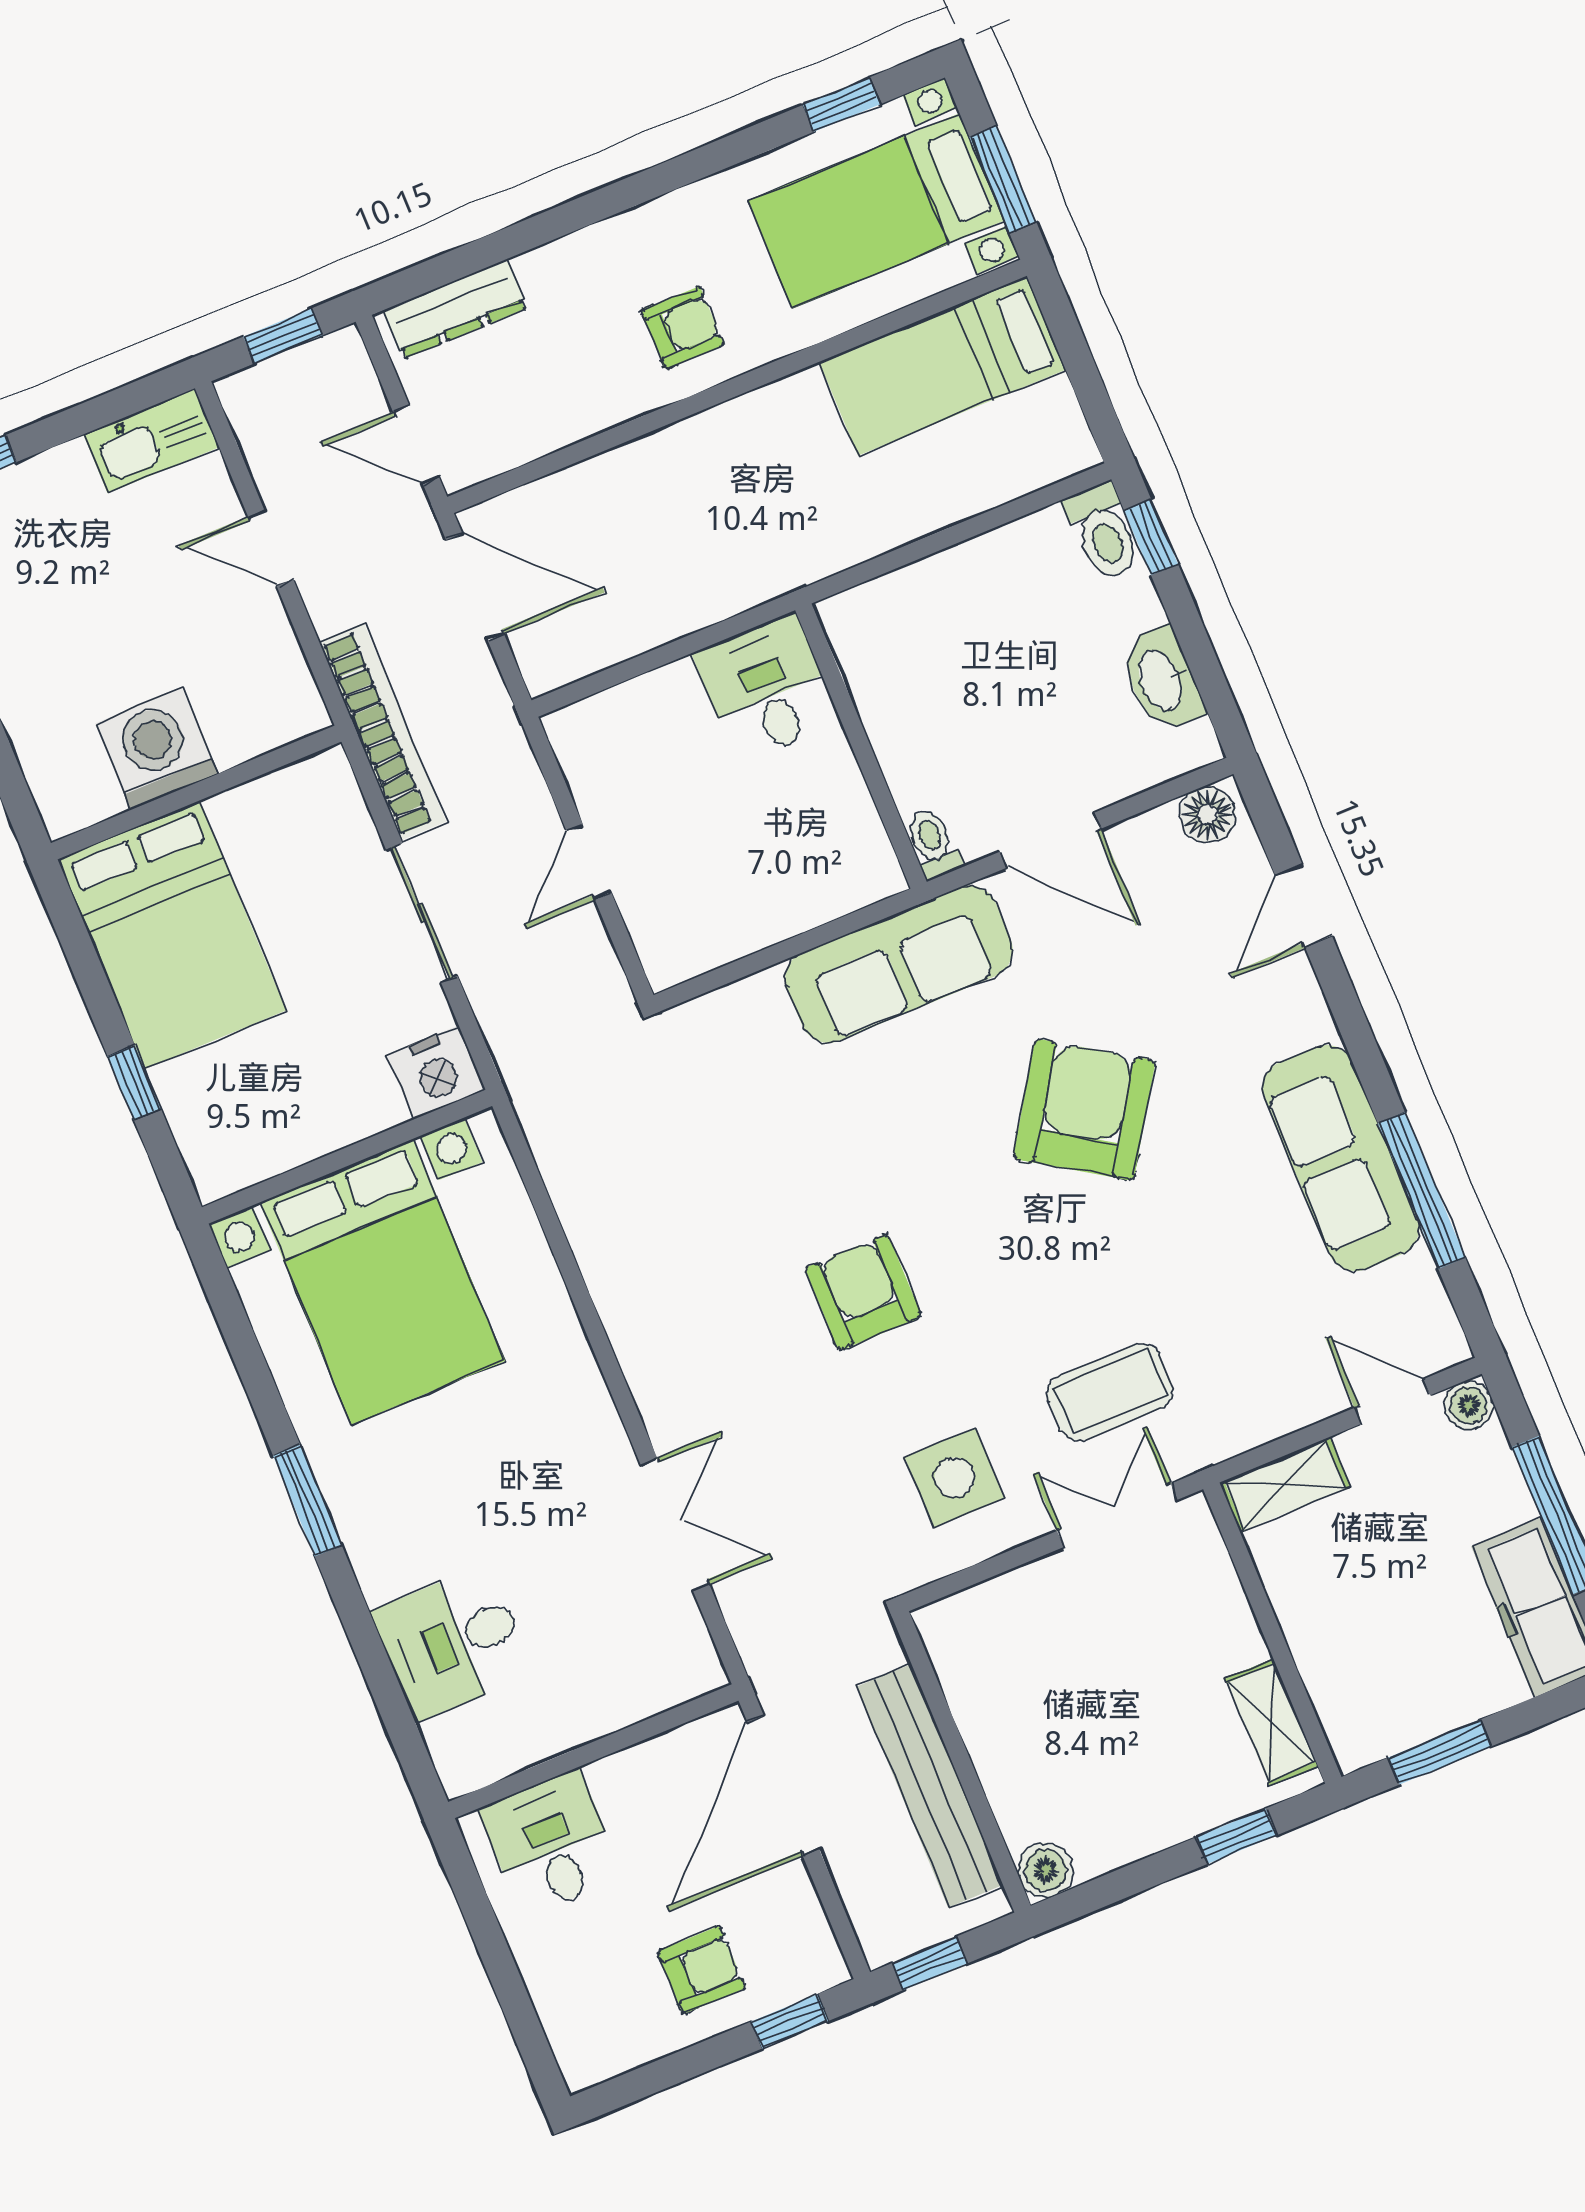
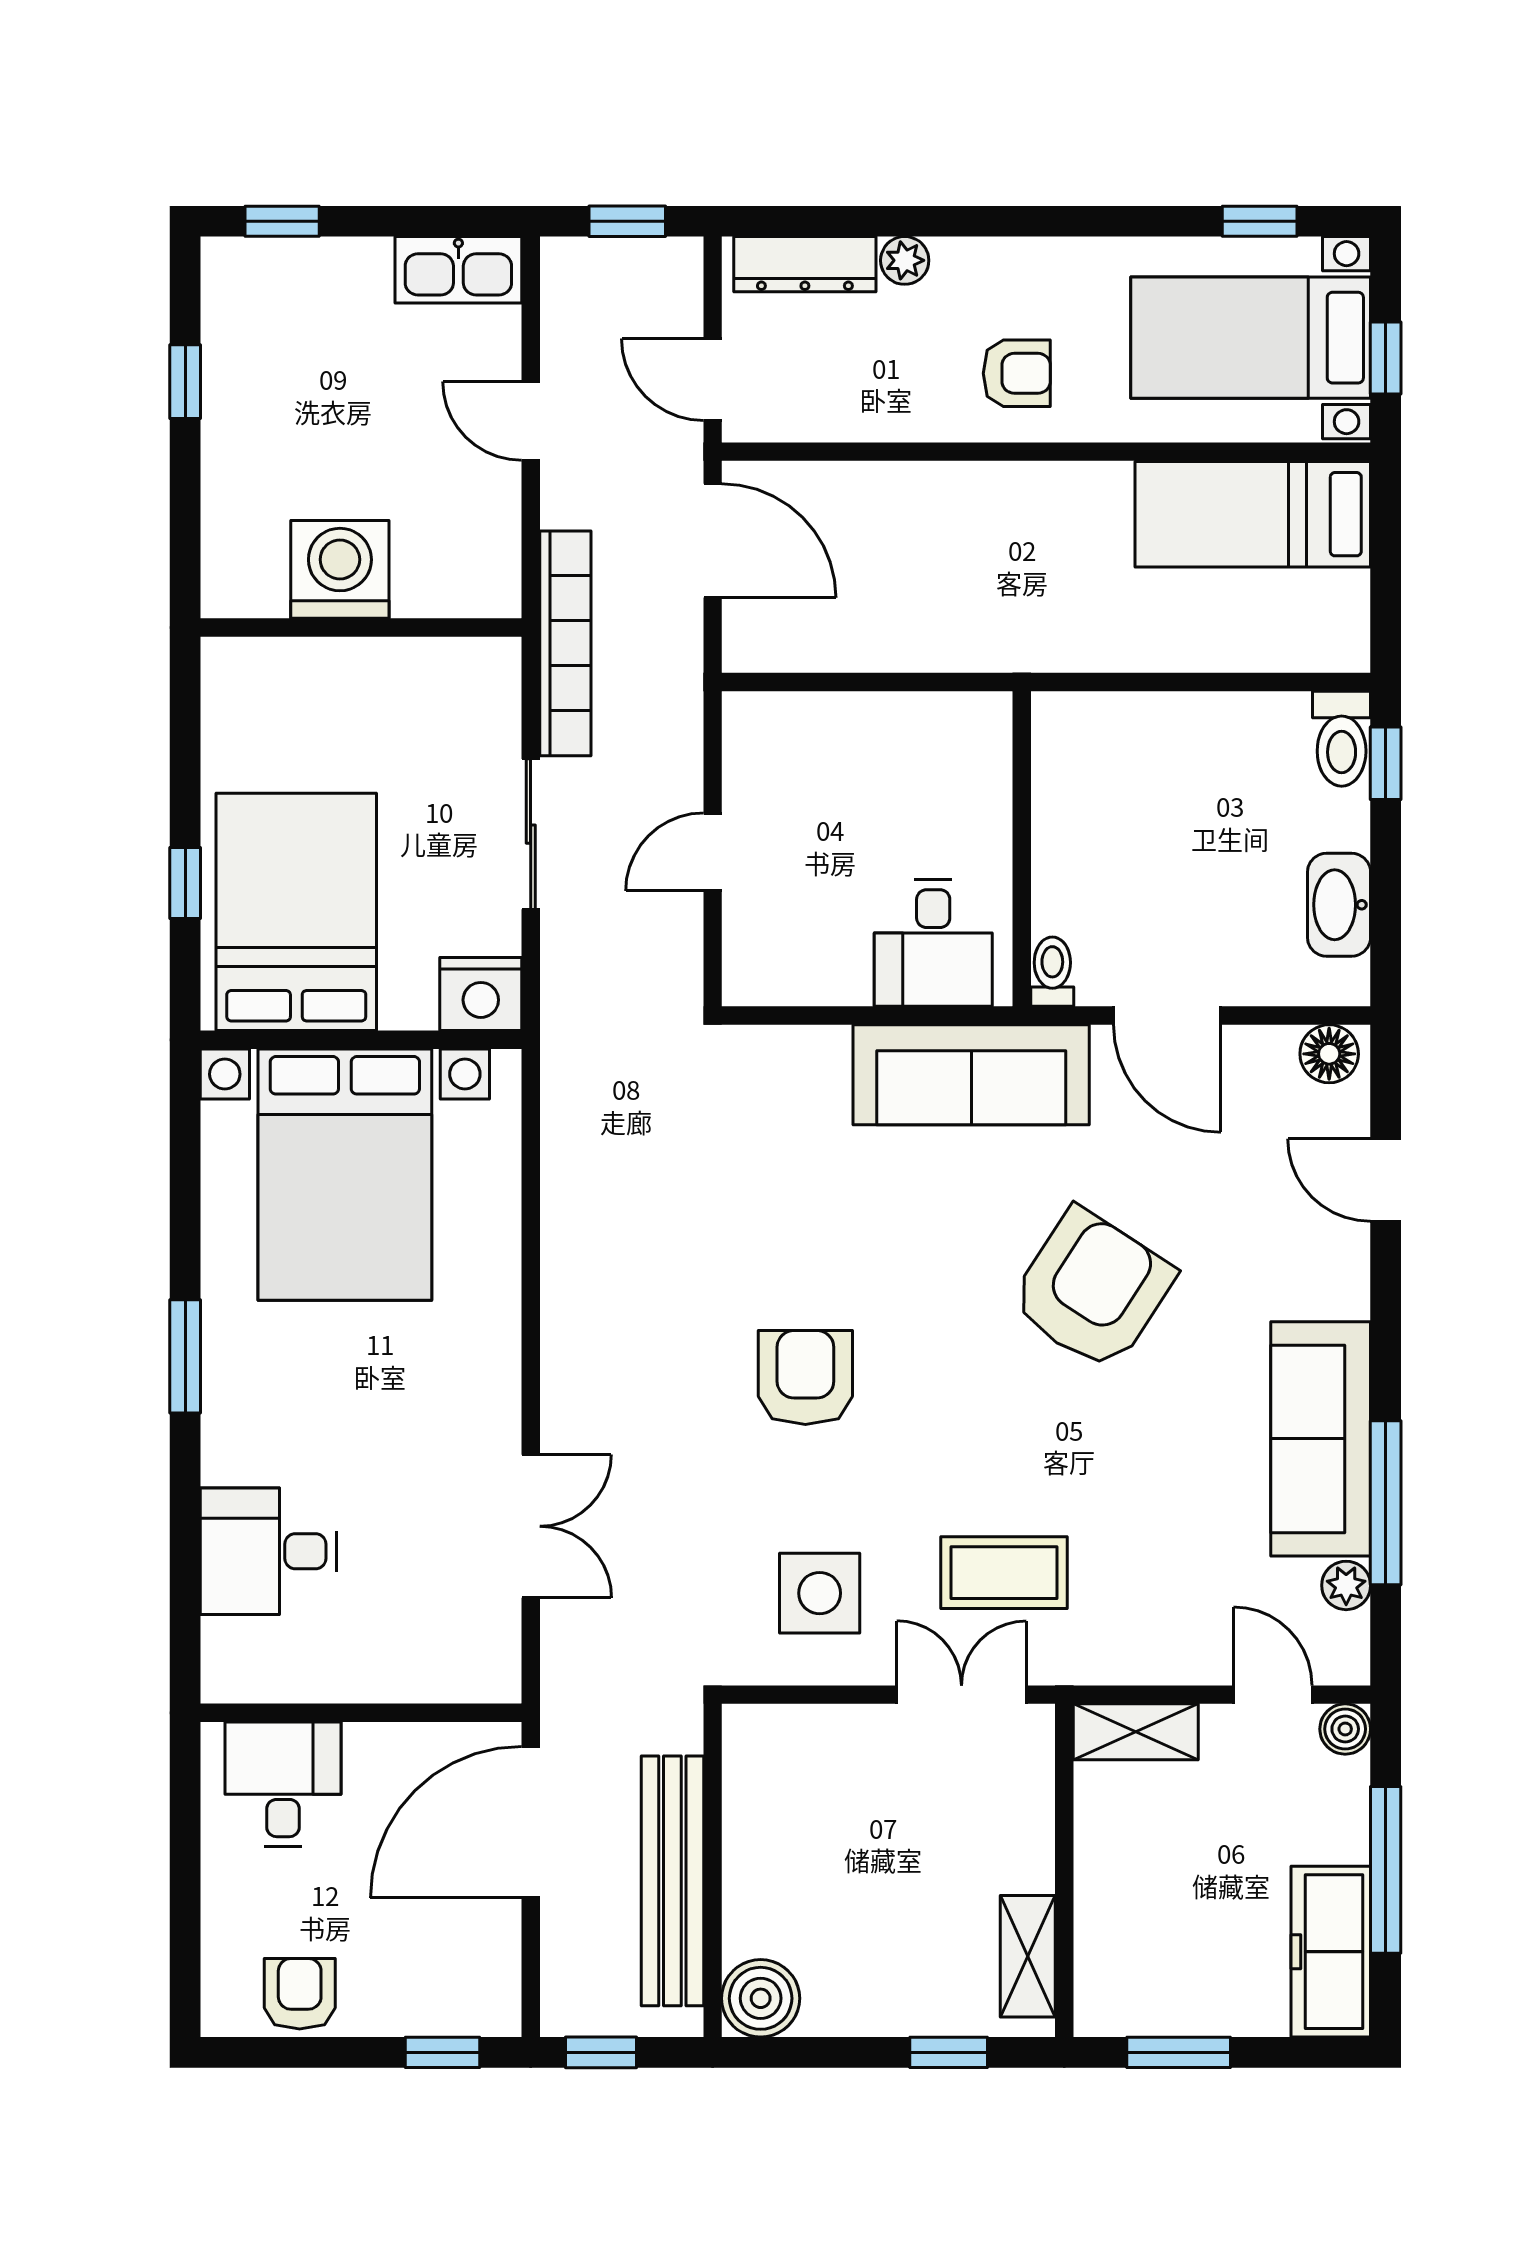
window: (1003, 179) -> (1386, 358), width x0.67
plant: (542, 269) -> (905, 260), added
desk: (766, 688) -> (933, 943), moved, turned 180
door: (1304, 906) -> (1386, 1180), hinge flipped
bed: (172, 935) -> (296, 912), moved, turned 180
plant: (1417, 1278) -> (1346, 1585), added
boiler: (1045, 1870) -> (761, 1998), width x1.36, depth x1.36
armchair: (701, 1970) -> (300, 1994), moved, turned -90

